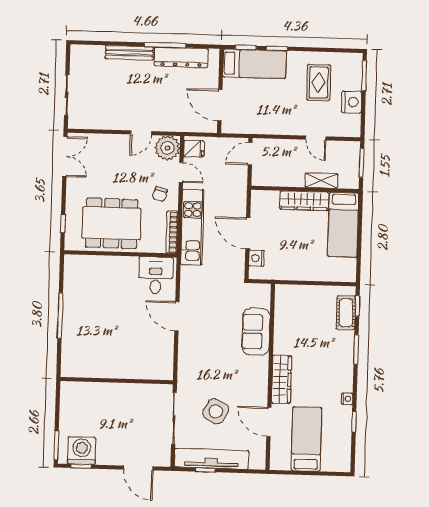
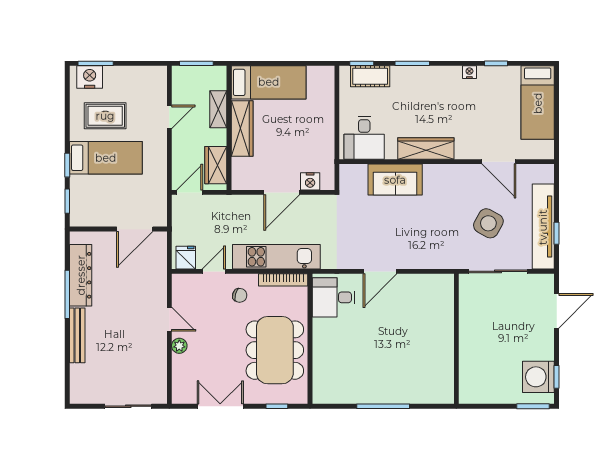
bed: (254, 64) -> (106, 158), moved, turned 90
nightstand: (352, 102) -> (90, 77), moved
plant: (168, 148) -> (179, 346), moved, width x0.53, depth x0.53
door: (250, 154) -> (190, 192), swing flipped
double door: (65, 157) -> (220, 406), moved
wardrobe: (273, 177) -> (216, 165), added
desk: (293, 306) -> (364, 138), added
wardrobe: (281, 379) -> (426, 148), moved
door: (269, 422) -> (499, 162), hinge flipped
bed: (306, 439) -> (538, 103), moved, turned -90

